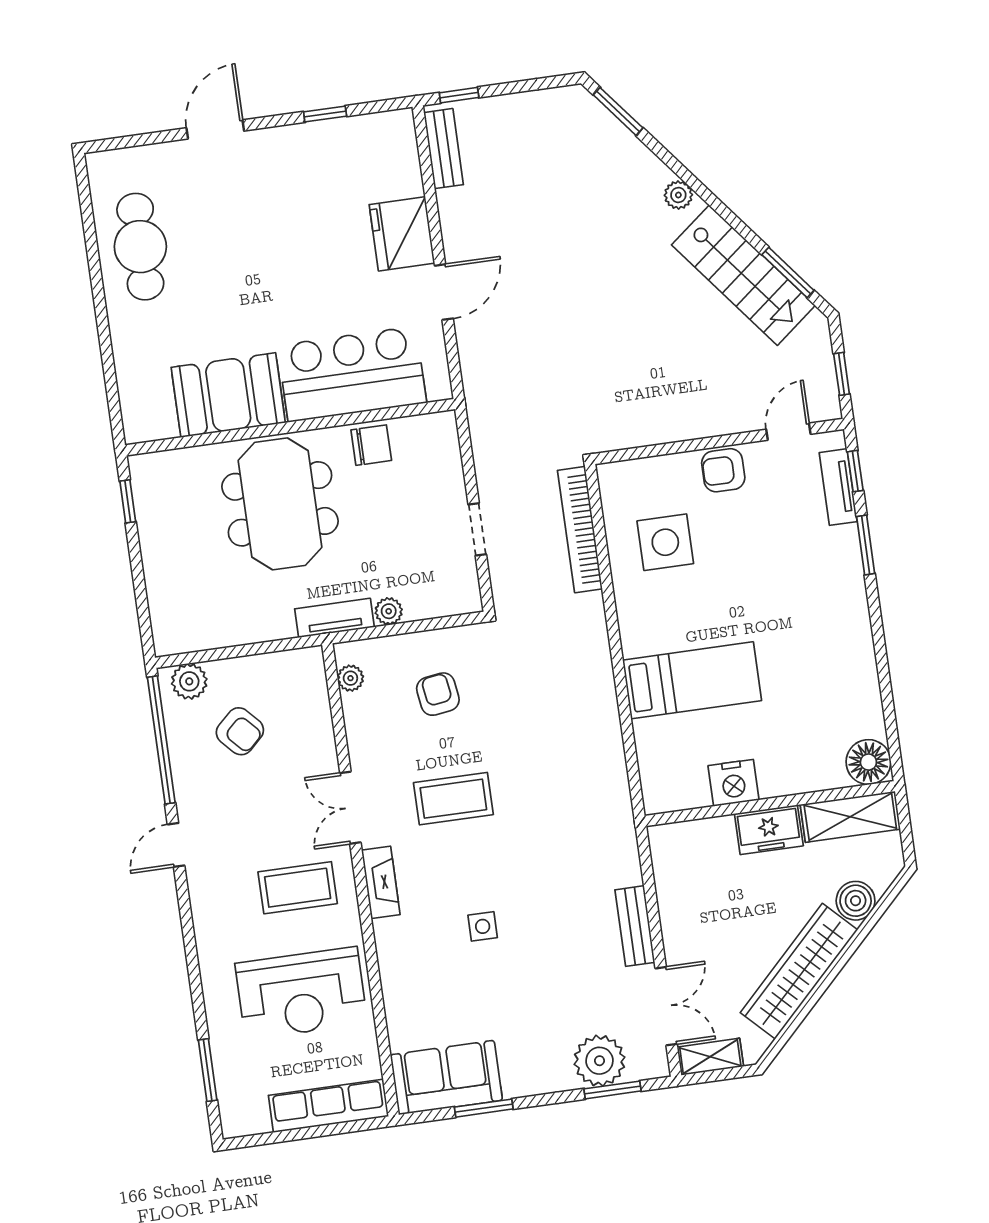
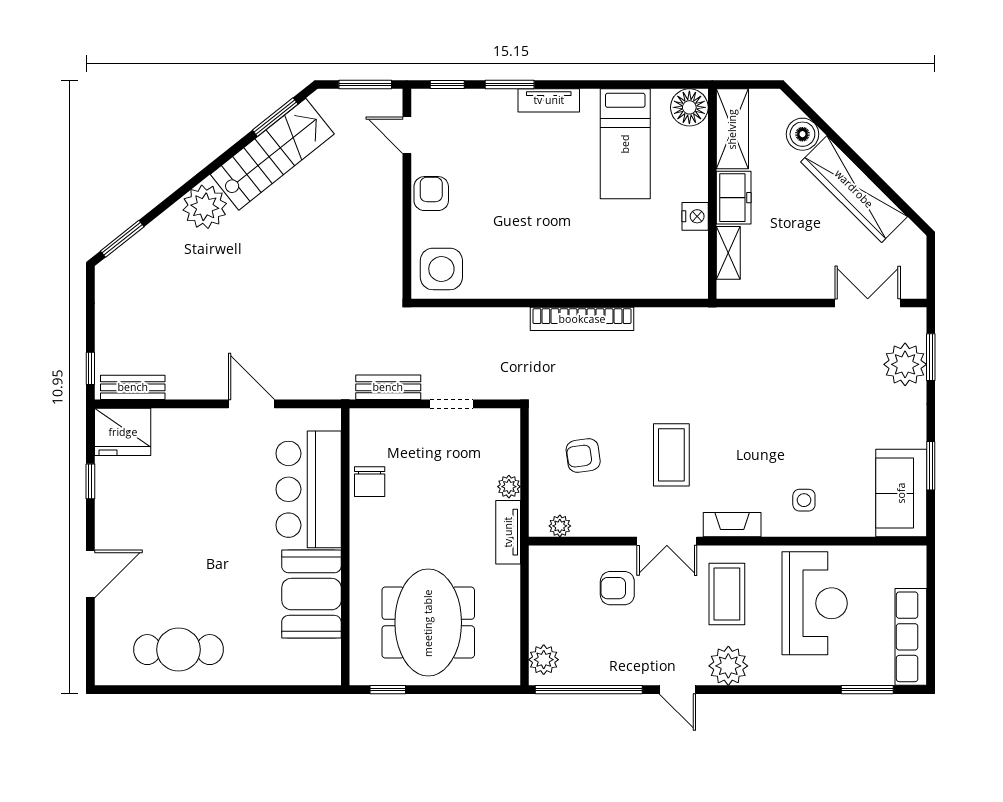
door: (215, 129) -> (90, 574), swing flipped
plant: (678, 195) -> (205, 207), width x1.88, depth x1.88
fridge: (402, 234) -> (123, 432), moved
window: (842, 374) -> (365, 84), width x1.50
chair: (371, 445) -> (370, 482), turned 180
armchair: (723, 470) -> (431, 194), turned 180
tv unit: (838, 487) -> (549, 100), moved
meeting table: (280, 504) -> (428, 623), moved, turned 90
bookcase: (580, 530) -> (582, 319), moved
side table: (665, 542) -> (441, 269), moved
bed: (692, 680) -> (625, 144), moved, turned 180
armchair: (240, 731) -> (617, 588), moved, turned -137
nightstand: (733, 783) -> (695, 216), width x0.74, depth x0.75
plant: (213, 901) -> (728, 666), added
side table: (483, 926) -> (804, 500), moved
bench: (635, 926) -> (388, 387), moved
shelving: (710, 1057) -> (728, 253), moved
row of seats: (328, 1106) -> (911, 637), moved

